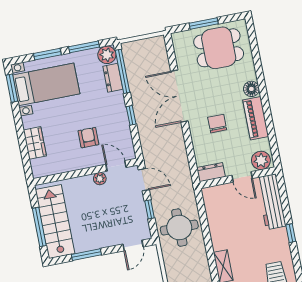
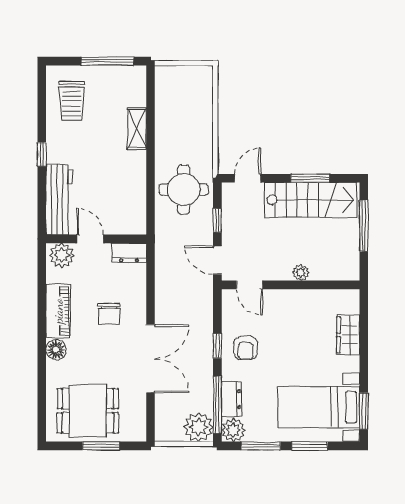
plant: (133, 52) -> (199, 427), added
armchair: (88, 138) -> (246, 348), moved
plant: (100, 179) -> (301, 273), moved
stairs: (55, 222) -> (311, 200), moved, turned -90

